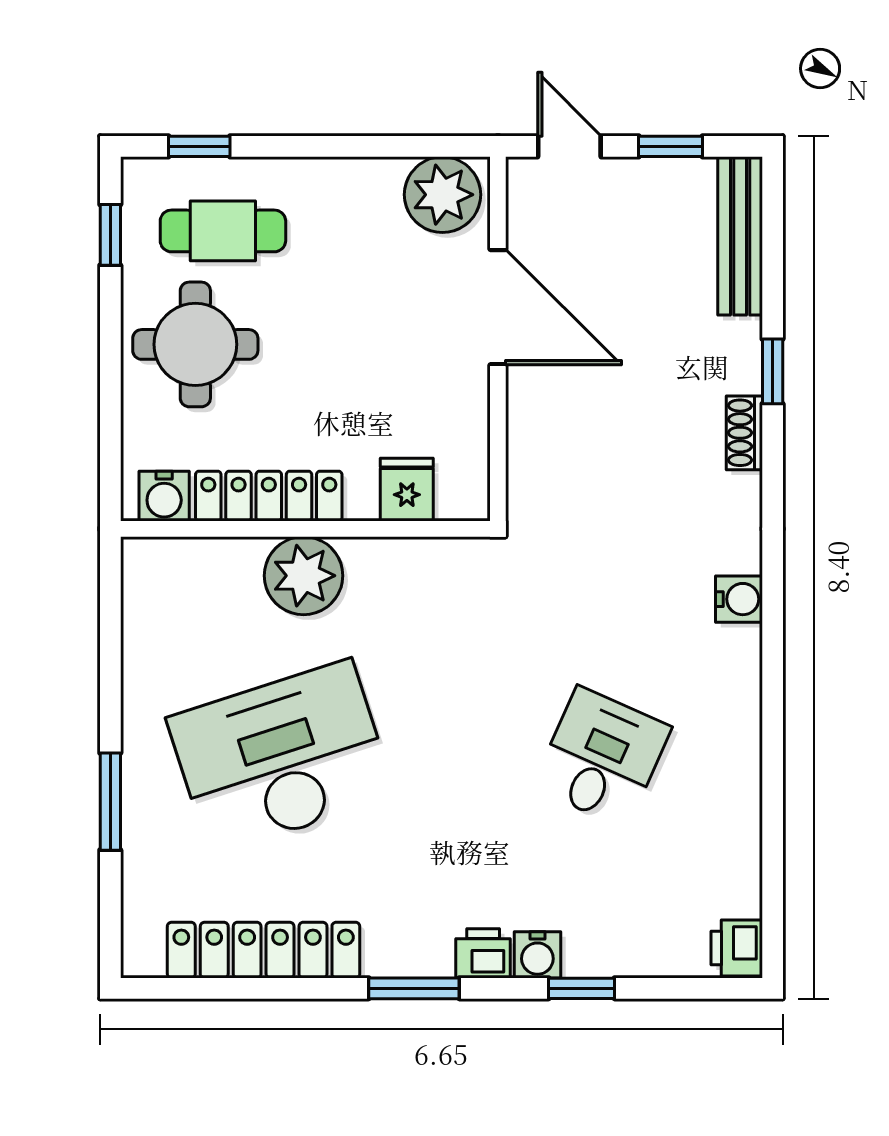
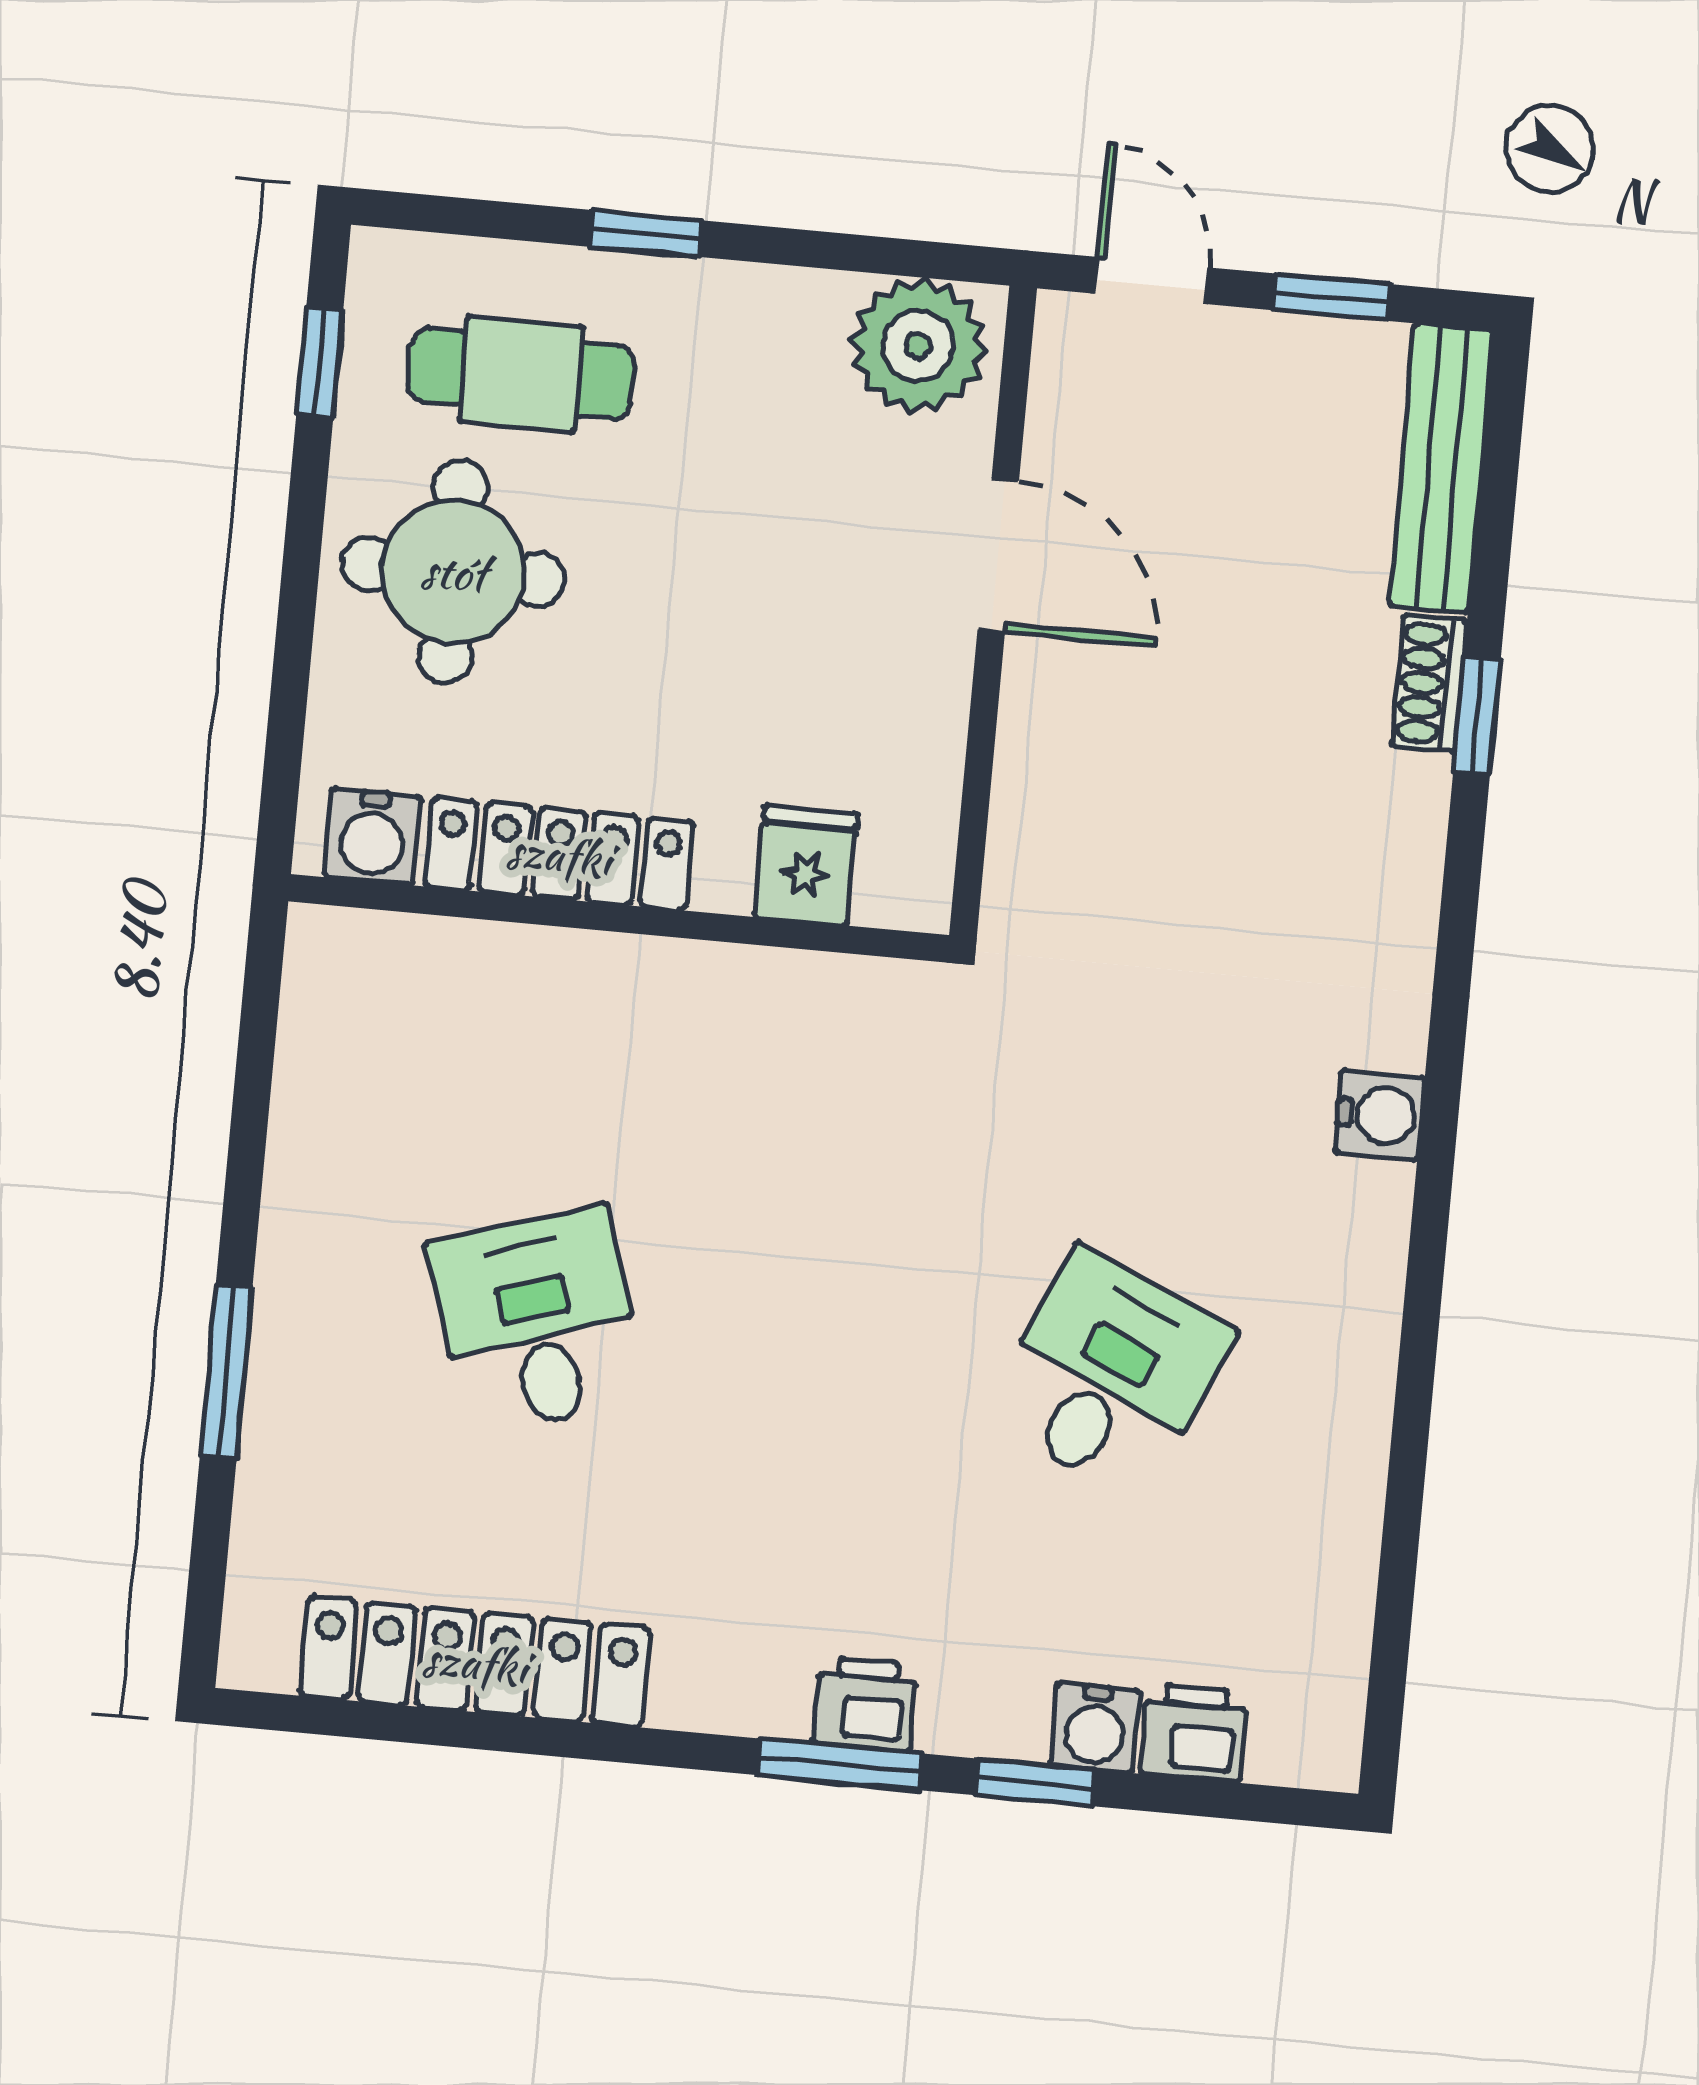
window: (199, 146) -> (646, 234), moved
door: (498, 307) -> (998, 555), width x0.73
shoe rack: (744, 433) -> (1429, 683), moved
plant: (304, 576) -> (608, 1001), removed
desk: (281, 757) -> (537, 1321), width x0.53, depth x0.77
printer: (737, 948) -> (1194, 1733), moved, turned 90
water cooler: (537, 955) -> (1095, 1728), moved
window: (414, 988) -> (839, 1764), moved

